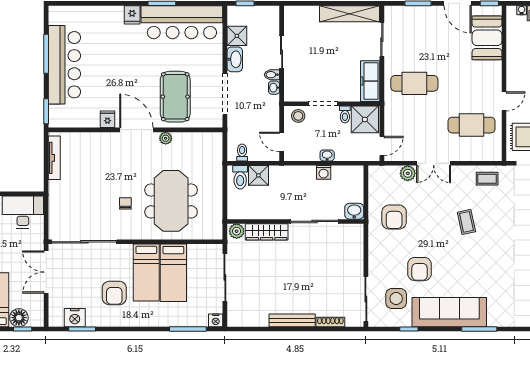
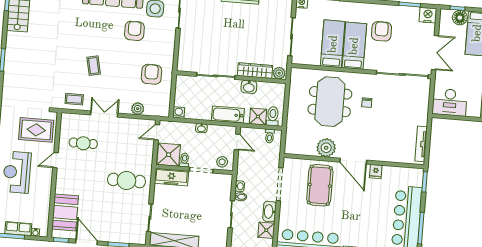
freezer: (370, 81) -> (171, 177), moved, turned 90
cafe table: (471, 125) -> (83, 143), width x0.73, depth x0.74
plant: (166, 138) -> (326, 148), width x1.88, depth x1.88
double door: (434, 163) -> (104, 114), moved
washing machine: (324, 172) -> (179, 113), moved
bathtub: (296, 175) -> (228, 115), added
washbasin: (354, 211) -> (249, 87), moved
nightstand: (75, 318) -> (428, 15), moved

